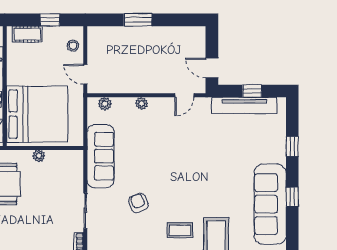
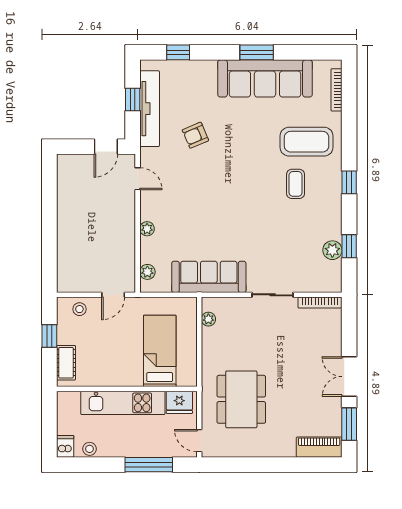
window: (138, 20) -> (49, 233), removed
bed: (37, 114) -> (160, 351), width x0.49
window: (292, 146) -> (178, 52), moved
plant: (39, 156) -> (208, 319), moved
window: (292, 197) -> (257, 52), width x1.50
armchair: (138, 203) -> (195, 135), moved

